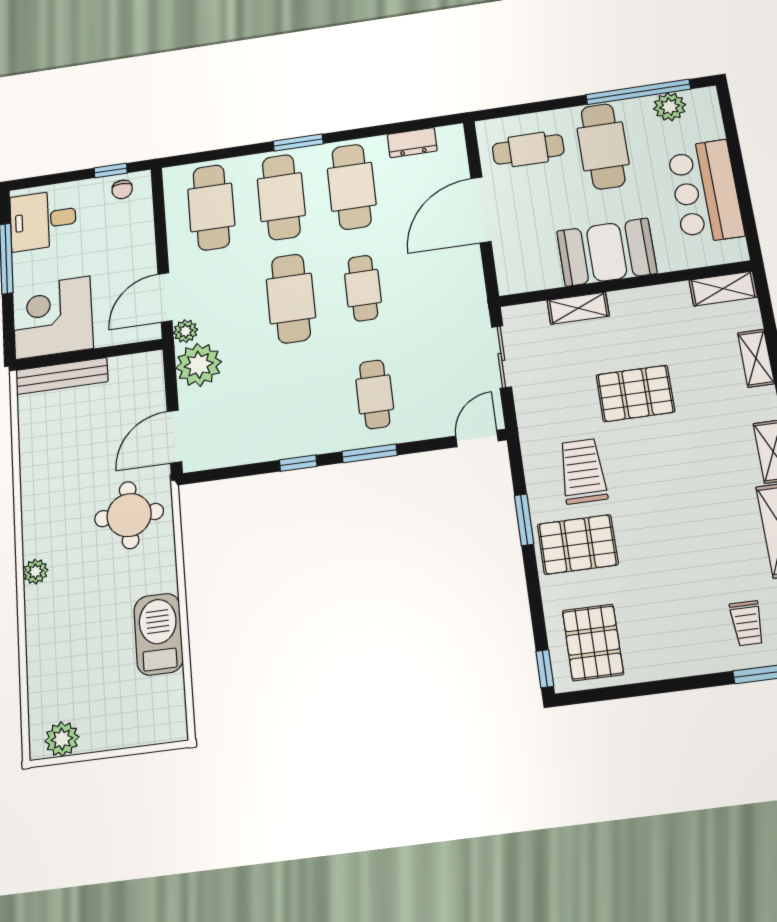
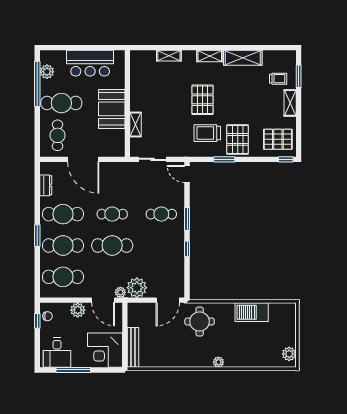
plant: (139, 248) -> (78, 310), added
shelving: (723, 289) -> (290, 103), moved
pallet: (635, 393) -> (203, 100), moved
door: (174, 437) -> (168, 300), hinge flipped

